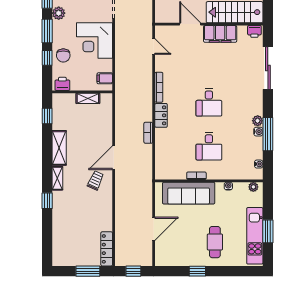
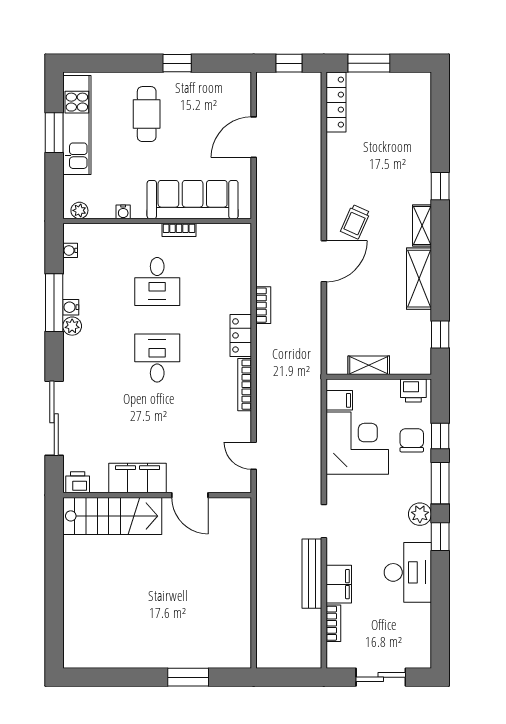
corner desk: (94, 40) -> (357, 443), moved
desk: (209, 146) -> (157, 281), turned 180

